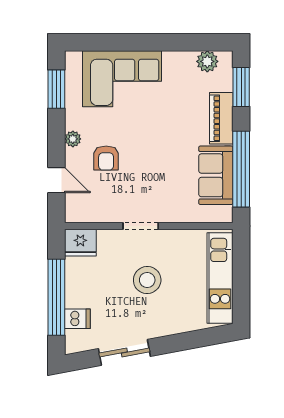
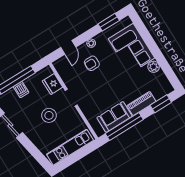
plant: (207, 61) -> (154, 67), moved
fridge: (80, 243) -> (53, 84), moved
dishwasher: (77, 319) -> (21, 90), moved

